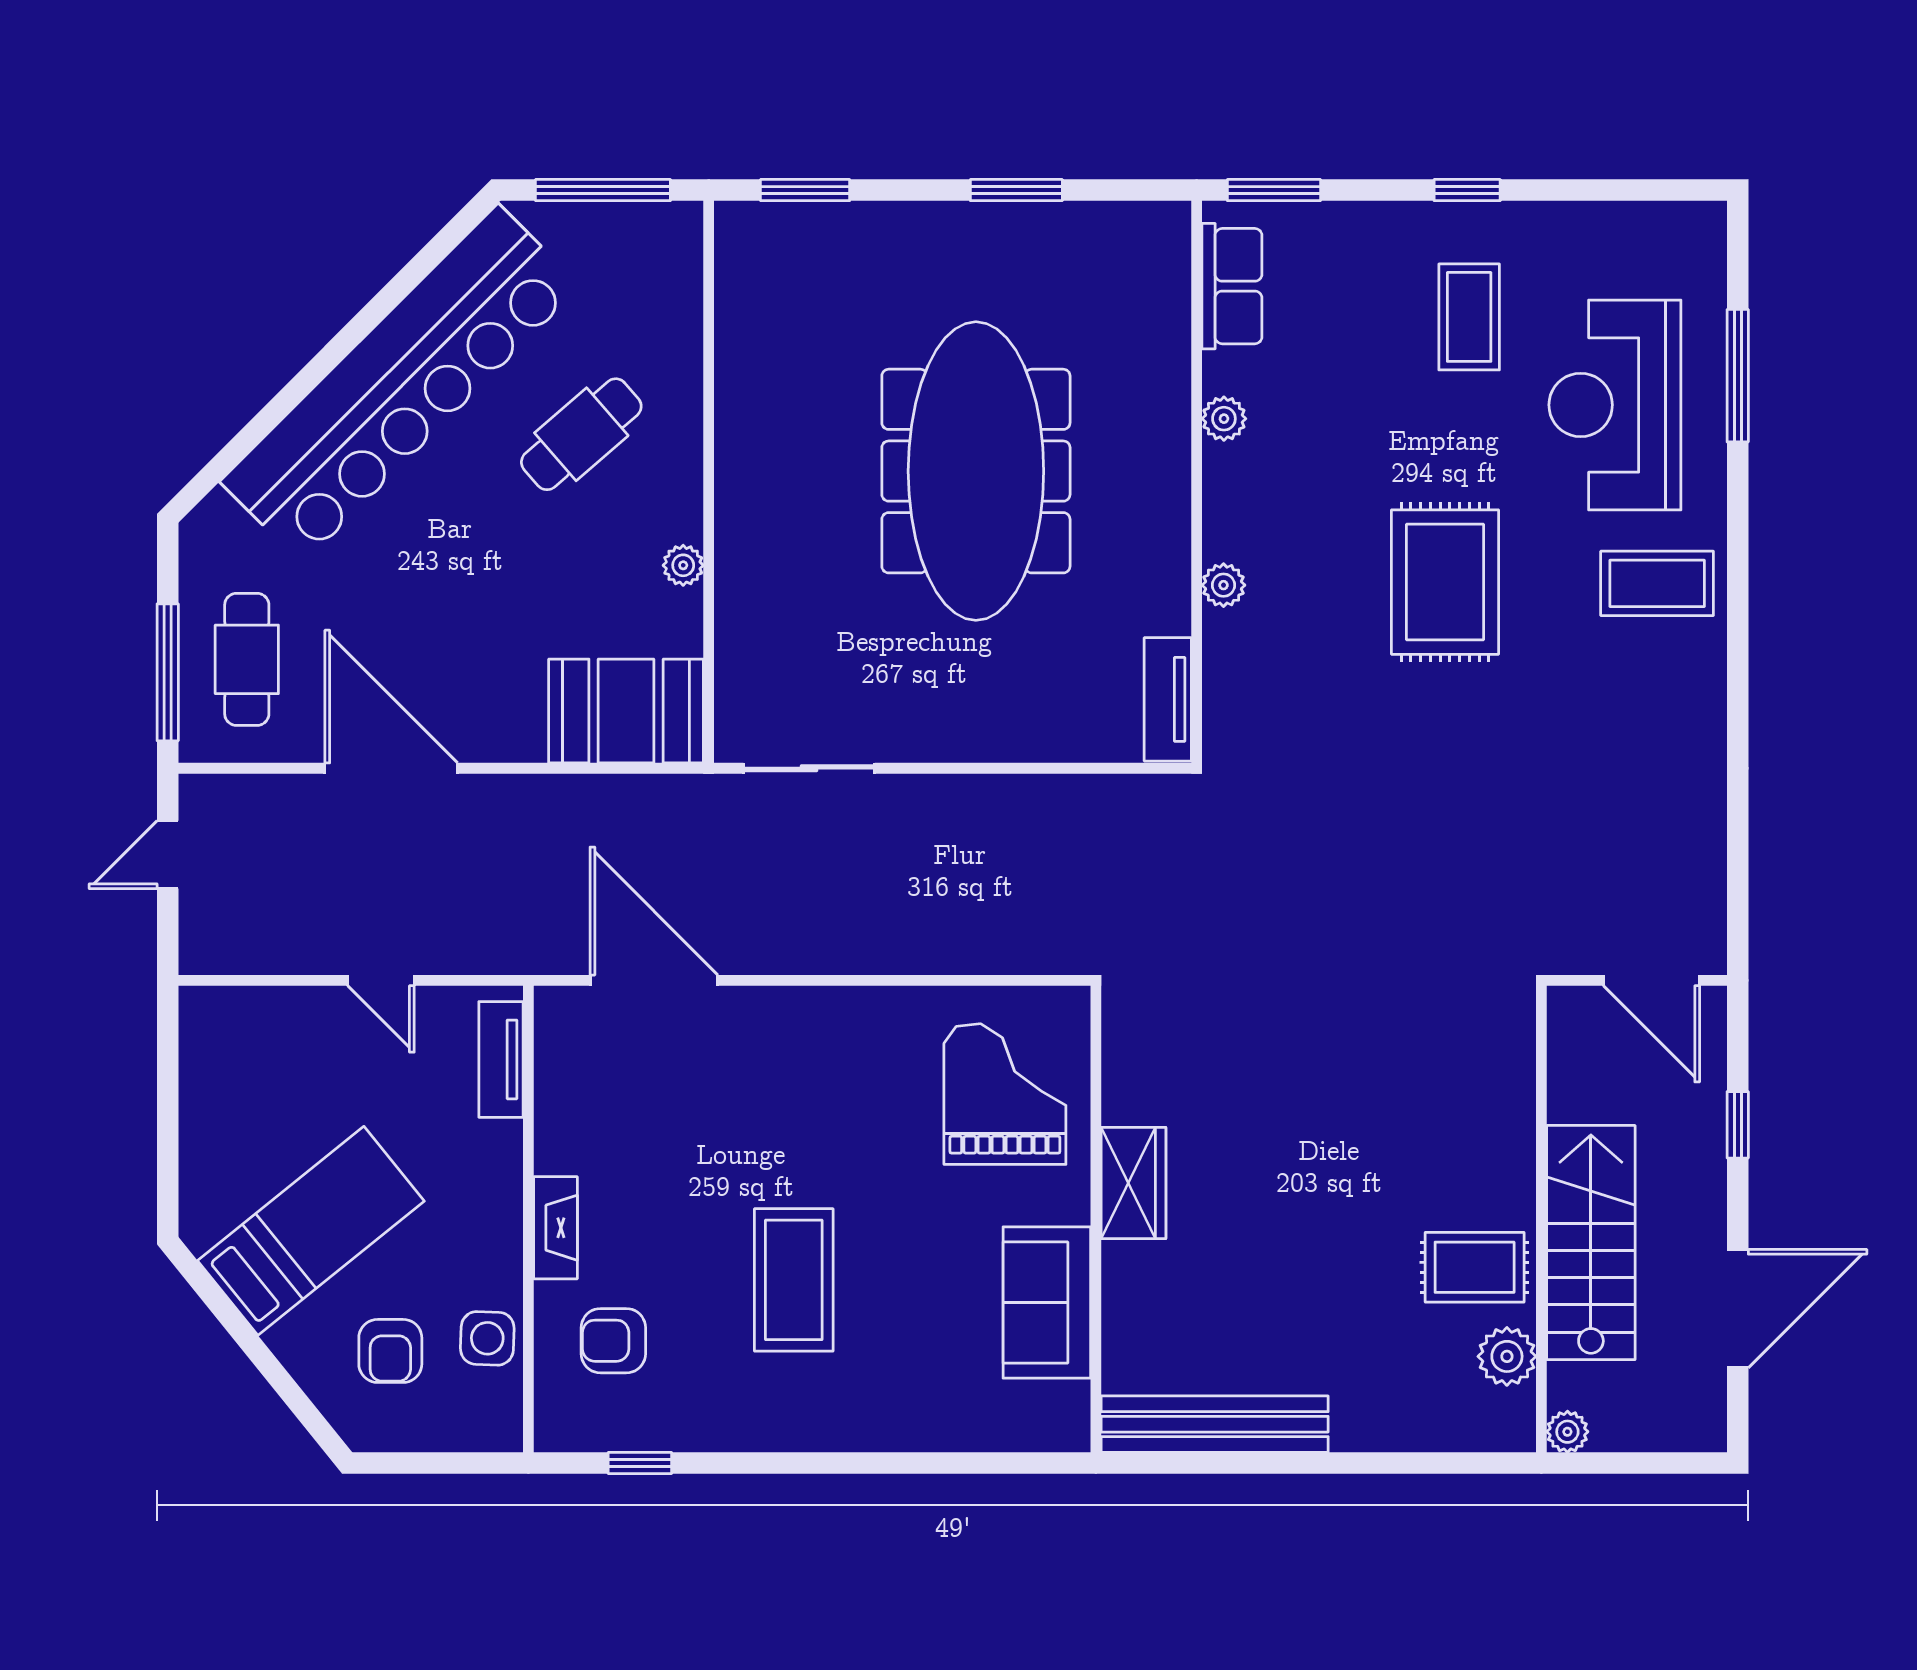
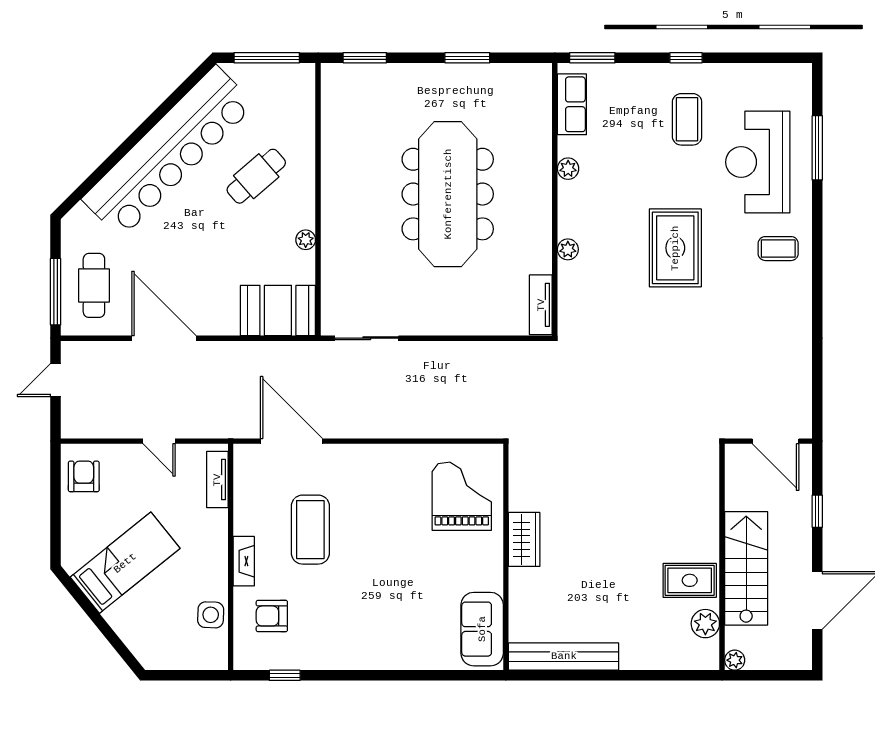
coffee table: (1657, 583) -> (778, 249), width x0.73, depth x0.77
coffee table: (794, 1280) -> (310, 530), moved
sofa: (1047, 1302) -> (482, 629), moved
armchair: (390, 1351) -> (84, 476), moved, turned 180

